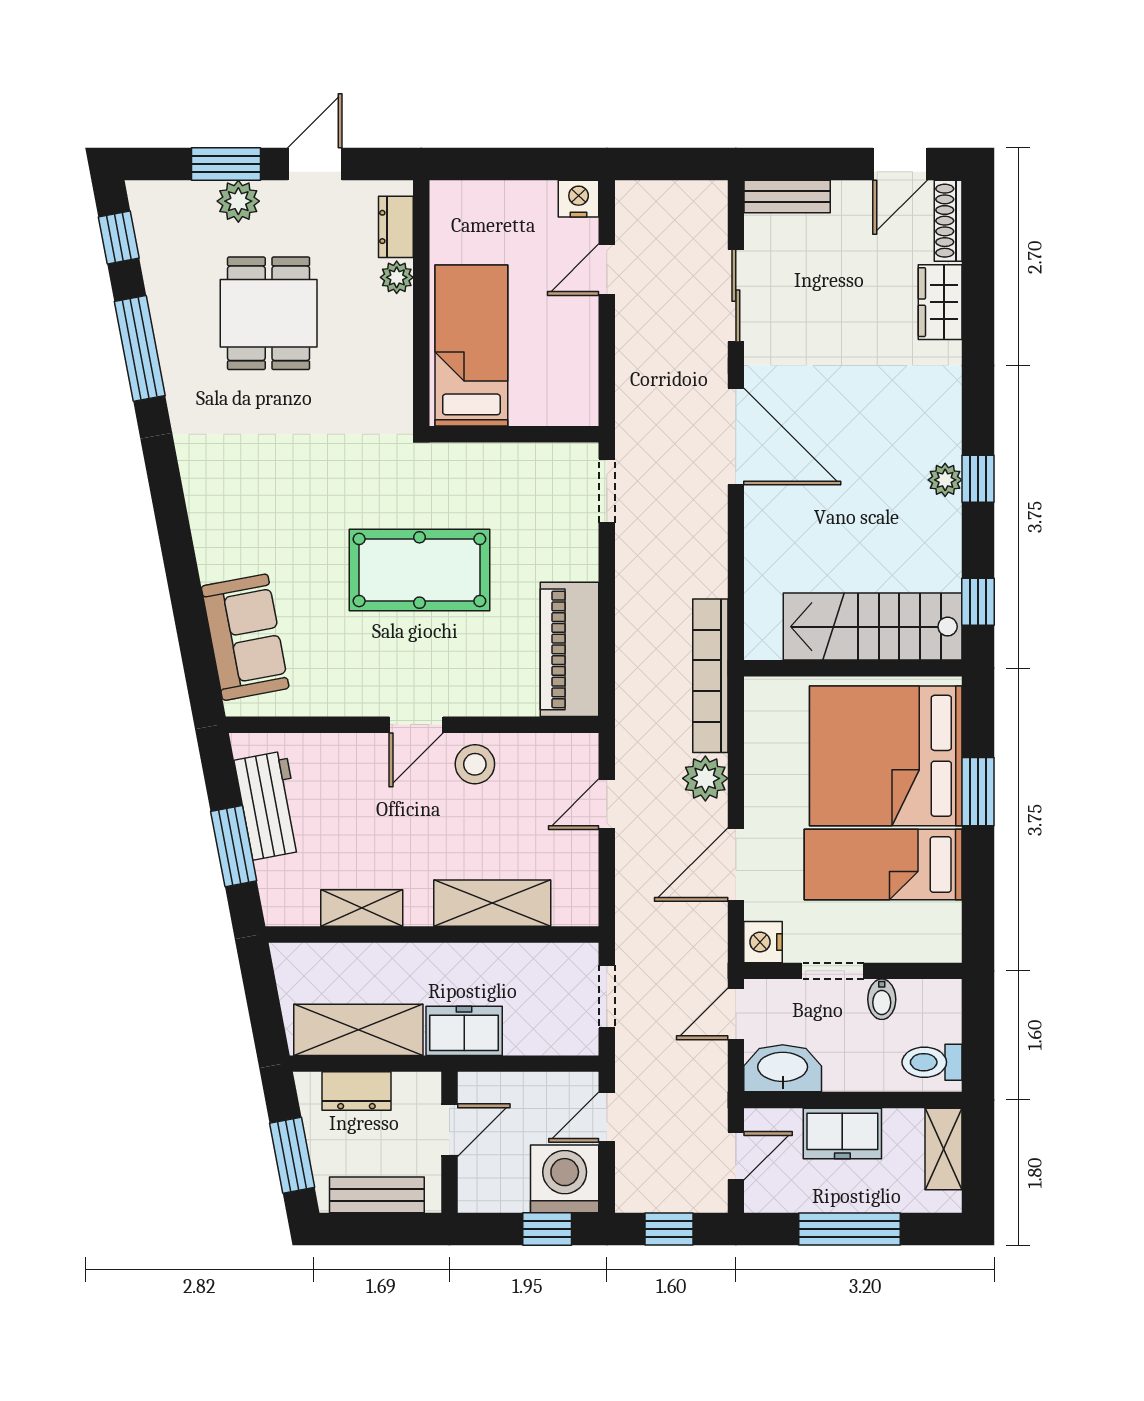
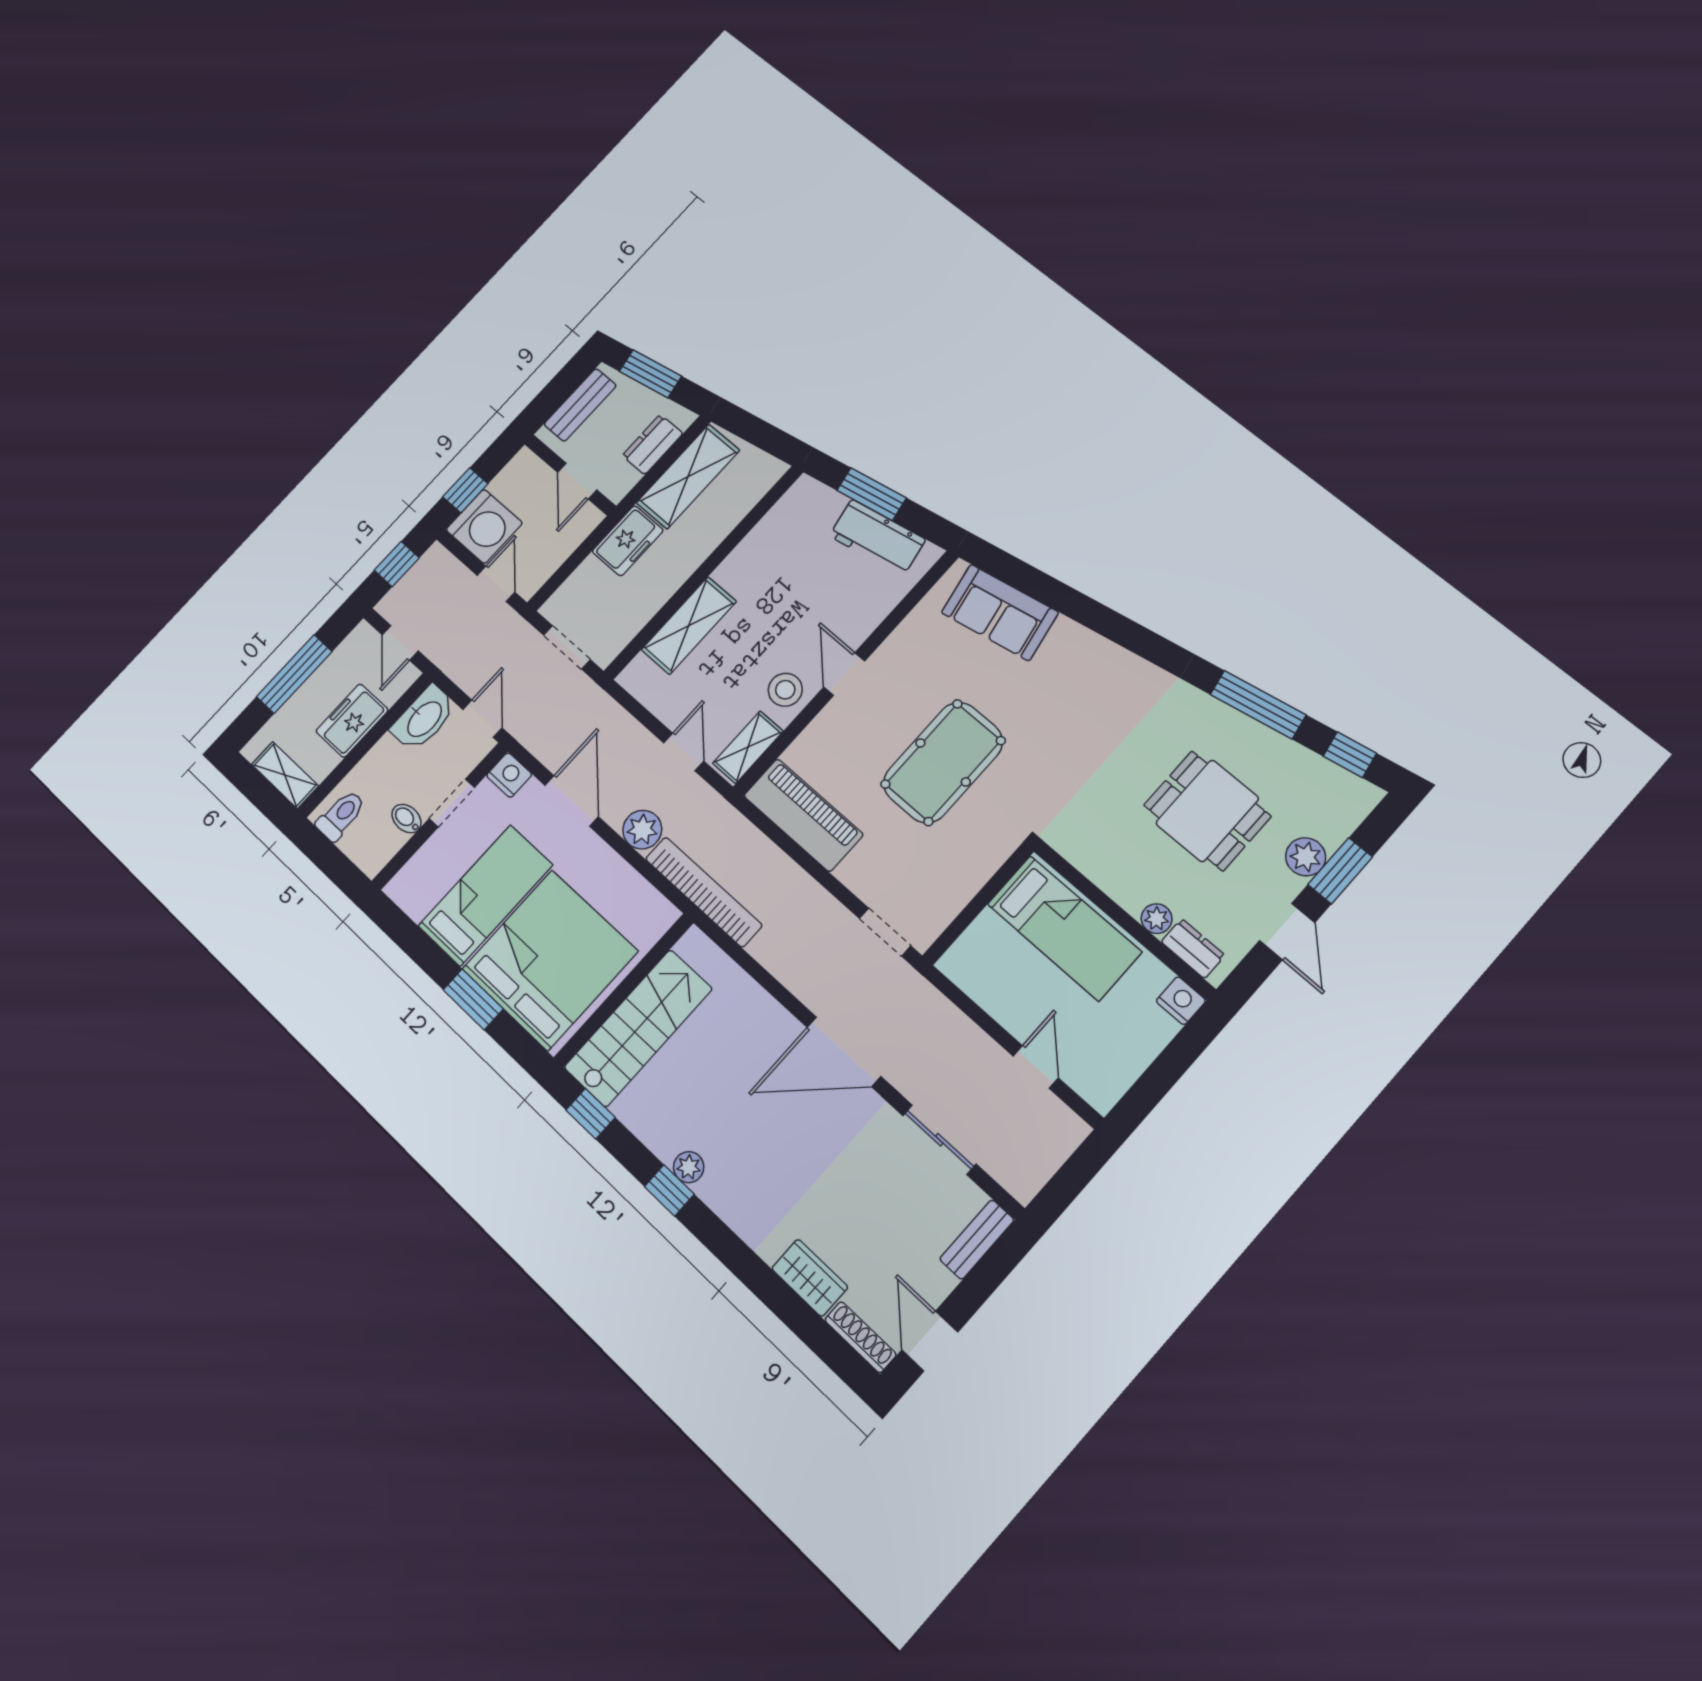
nightstand: (579, 199) -> (1181, 1001), moved, turned -90
shelving: (362, 908) -> (748, 747), moved

